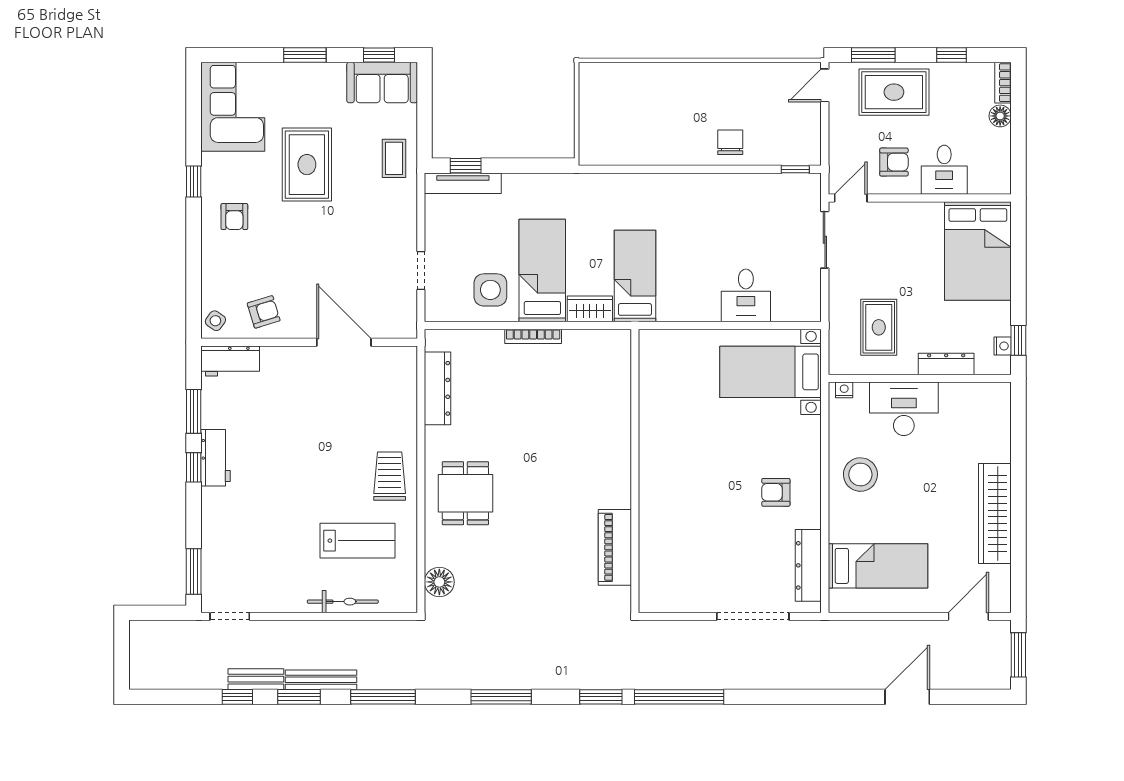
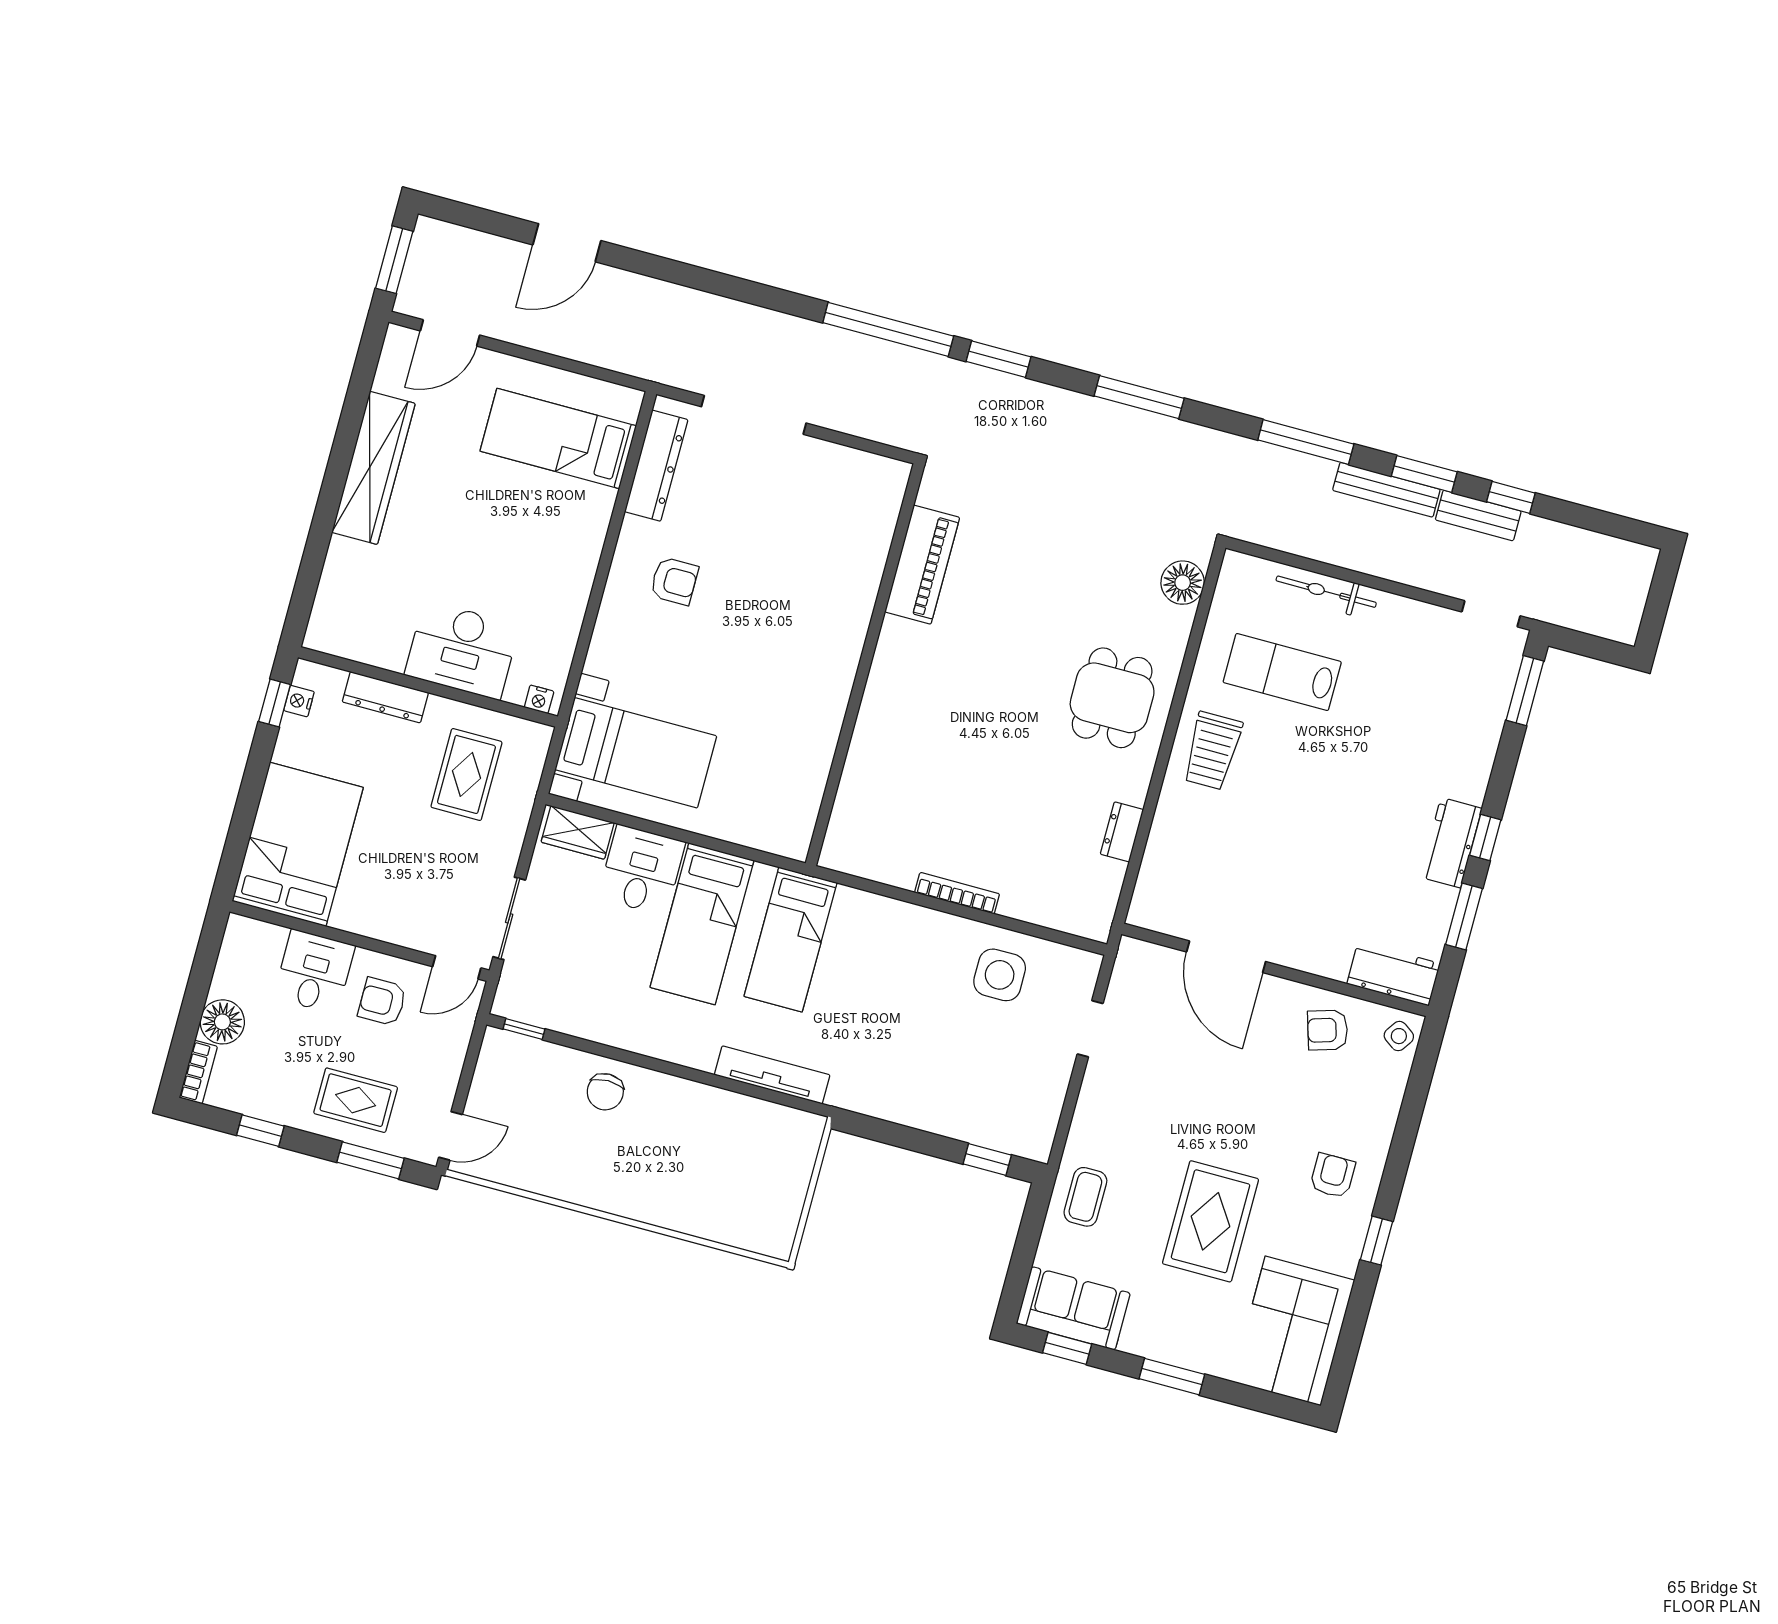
rug: (894, 92) -> (356, 1100), width x0.73, depth x0.70
floor lamp: (1000, 116) -> (222, 1022), width x1.38, depth x1.38
tv unit: (463, 183) -> (772, 1075), moved
bed: (542, 271) -> (702, 924), moved
wardrobe: (590, 309) -> (578, 832), moved
dresser: (438, 388) -> (1122, 832), width x0.51, depth x0.80
stool: (860, 475) -> (548, 574), removed

